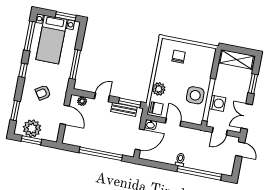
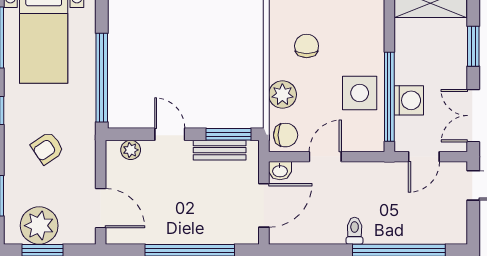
chair: (179, 57) -> (307, 46), moved
window: (75, 64) -> (102, 78), width x1.46
door: (102, 97) -> (170, 134), hinge flipped
door: (65, 115) -> (101, 208), moved
door: (173, 122) -> (325, 157), hinge flipped

